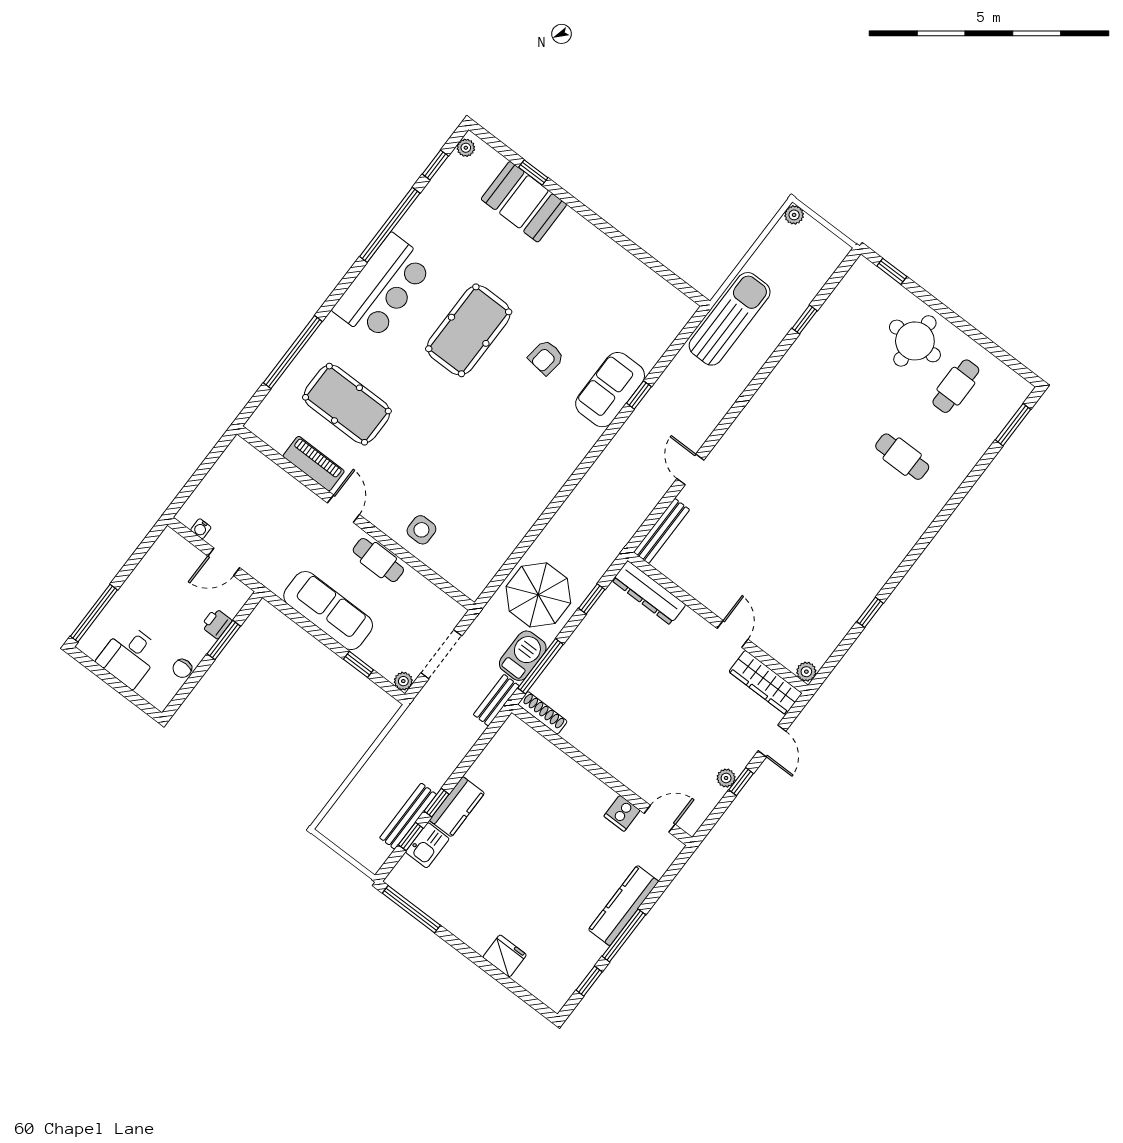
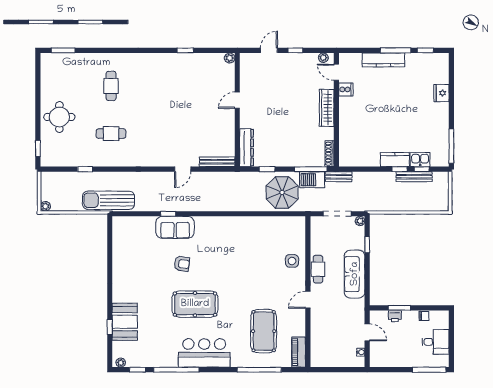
cafe table: (956, 386) -> (111, 134), moved
piano: (314, 464) -> (299, 352), moved
wardrobe: (765, 682) -> (327, 108), moved, turned 180
plant: (726, 778) -> (323, 58), moved

